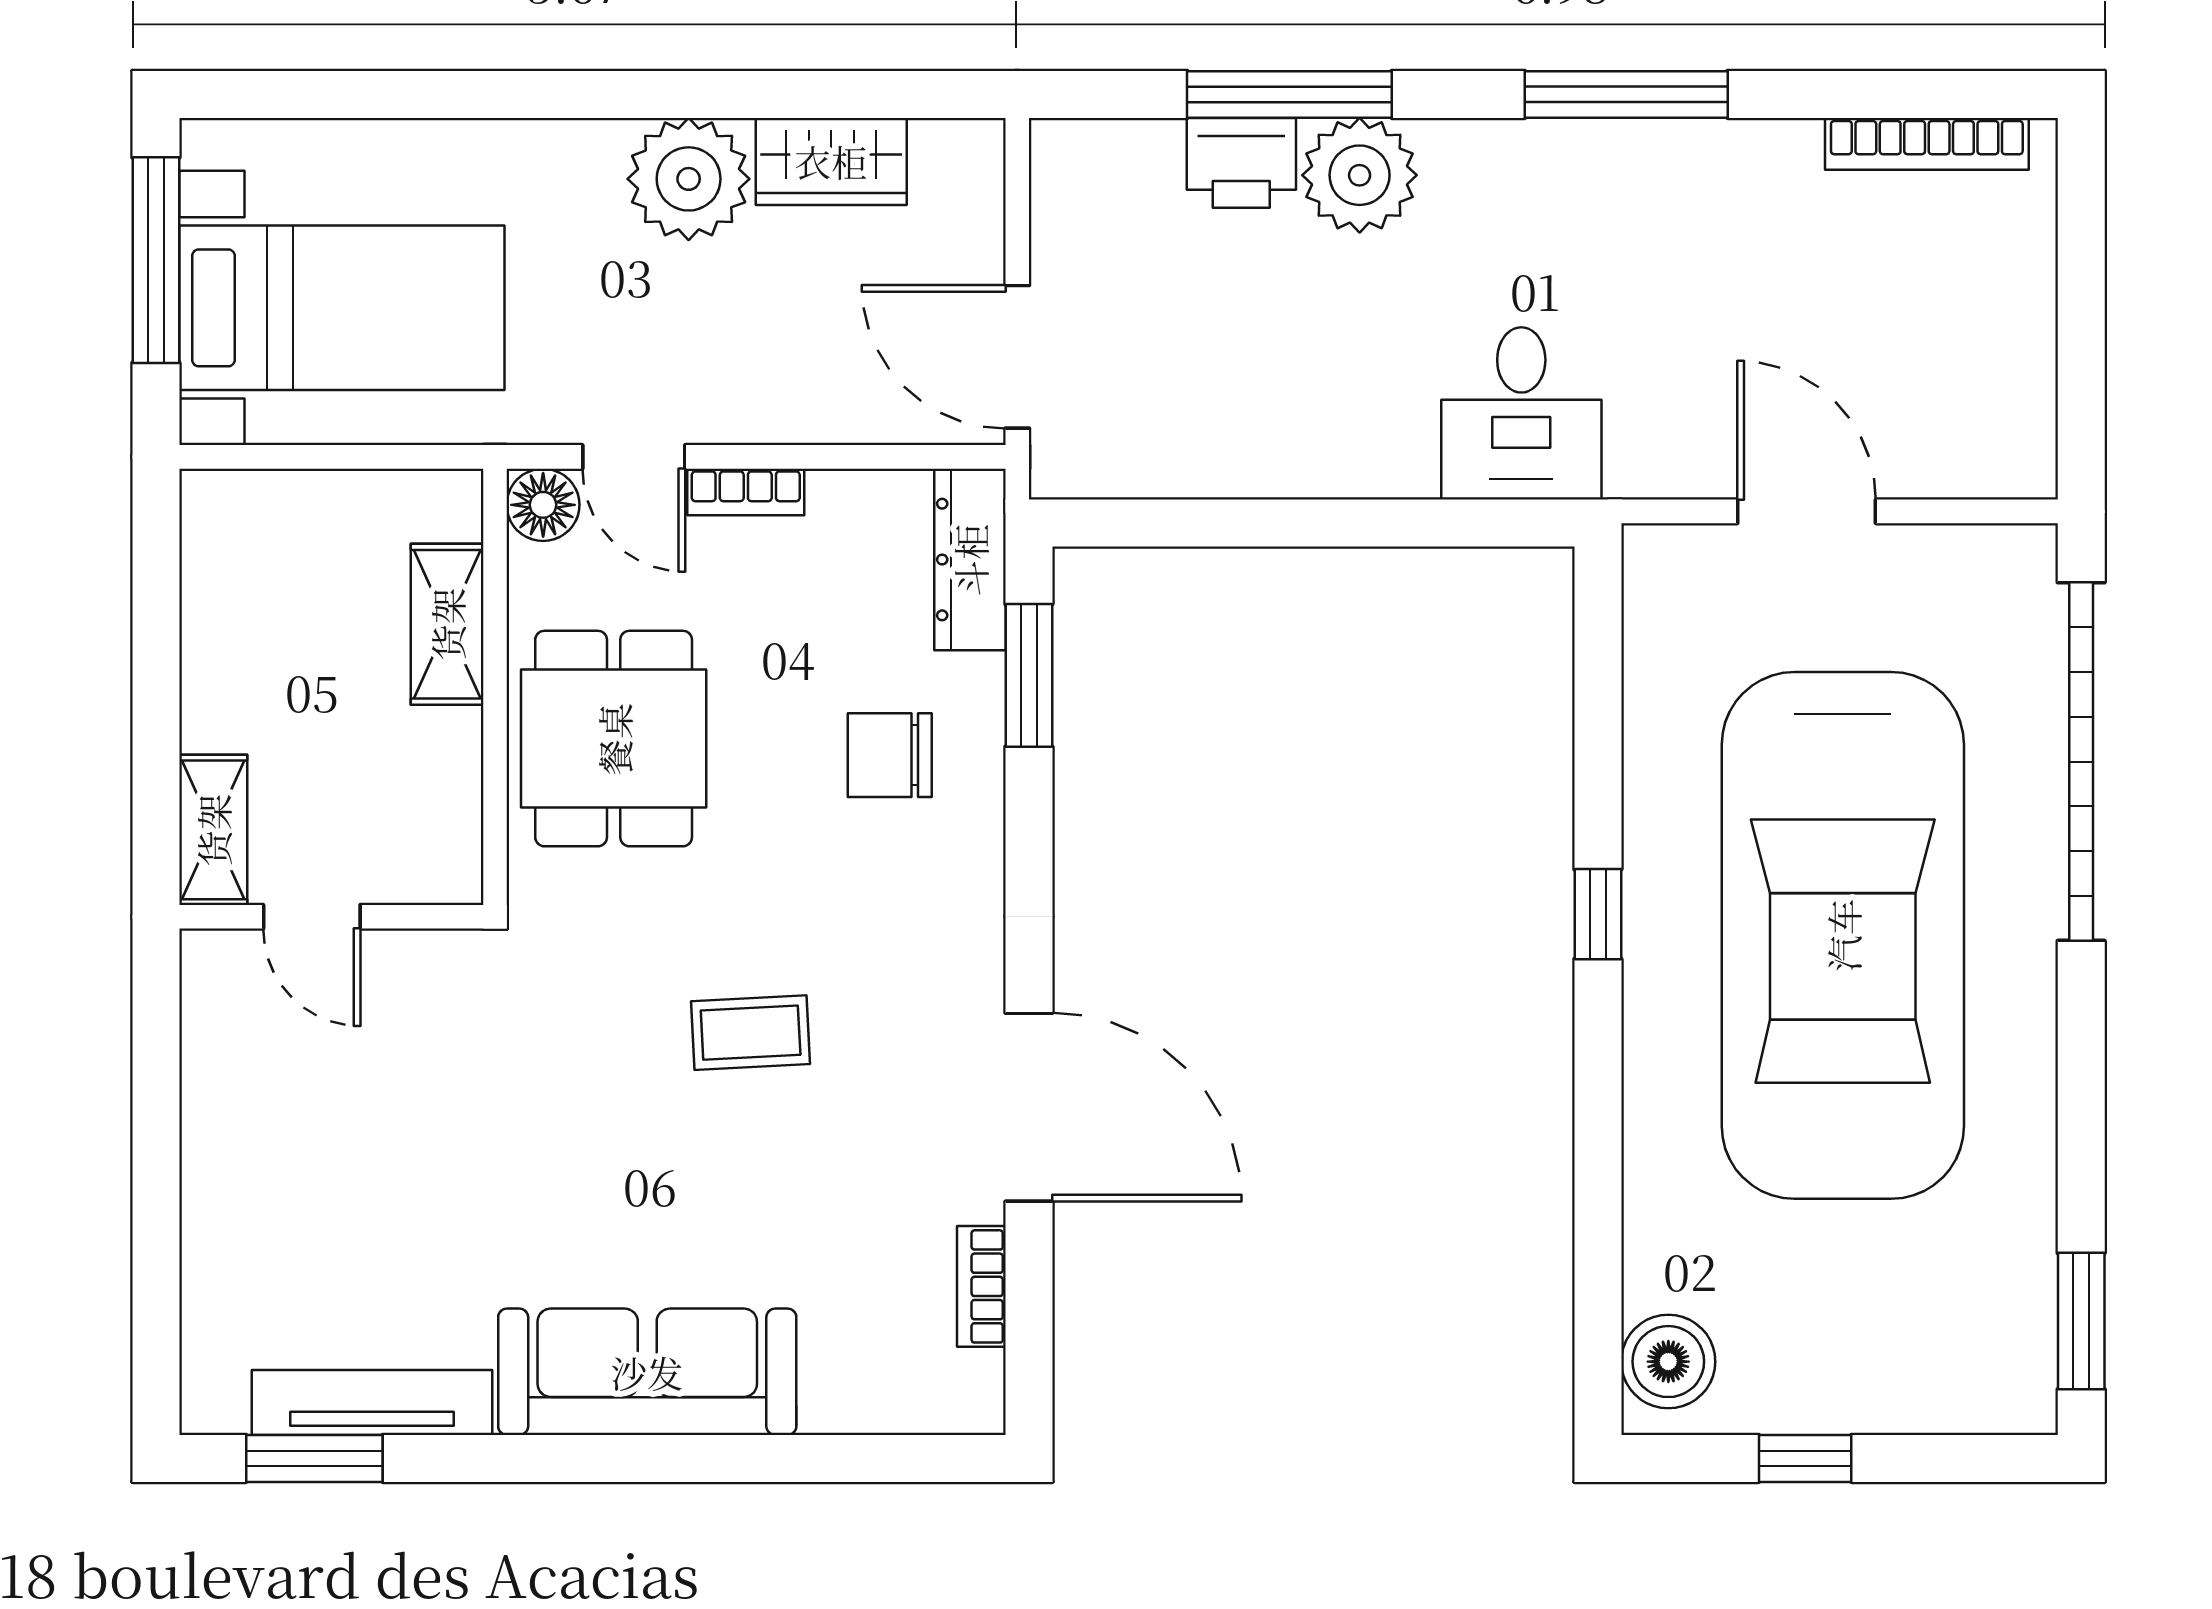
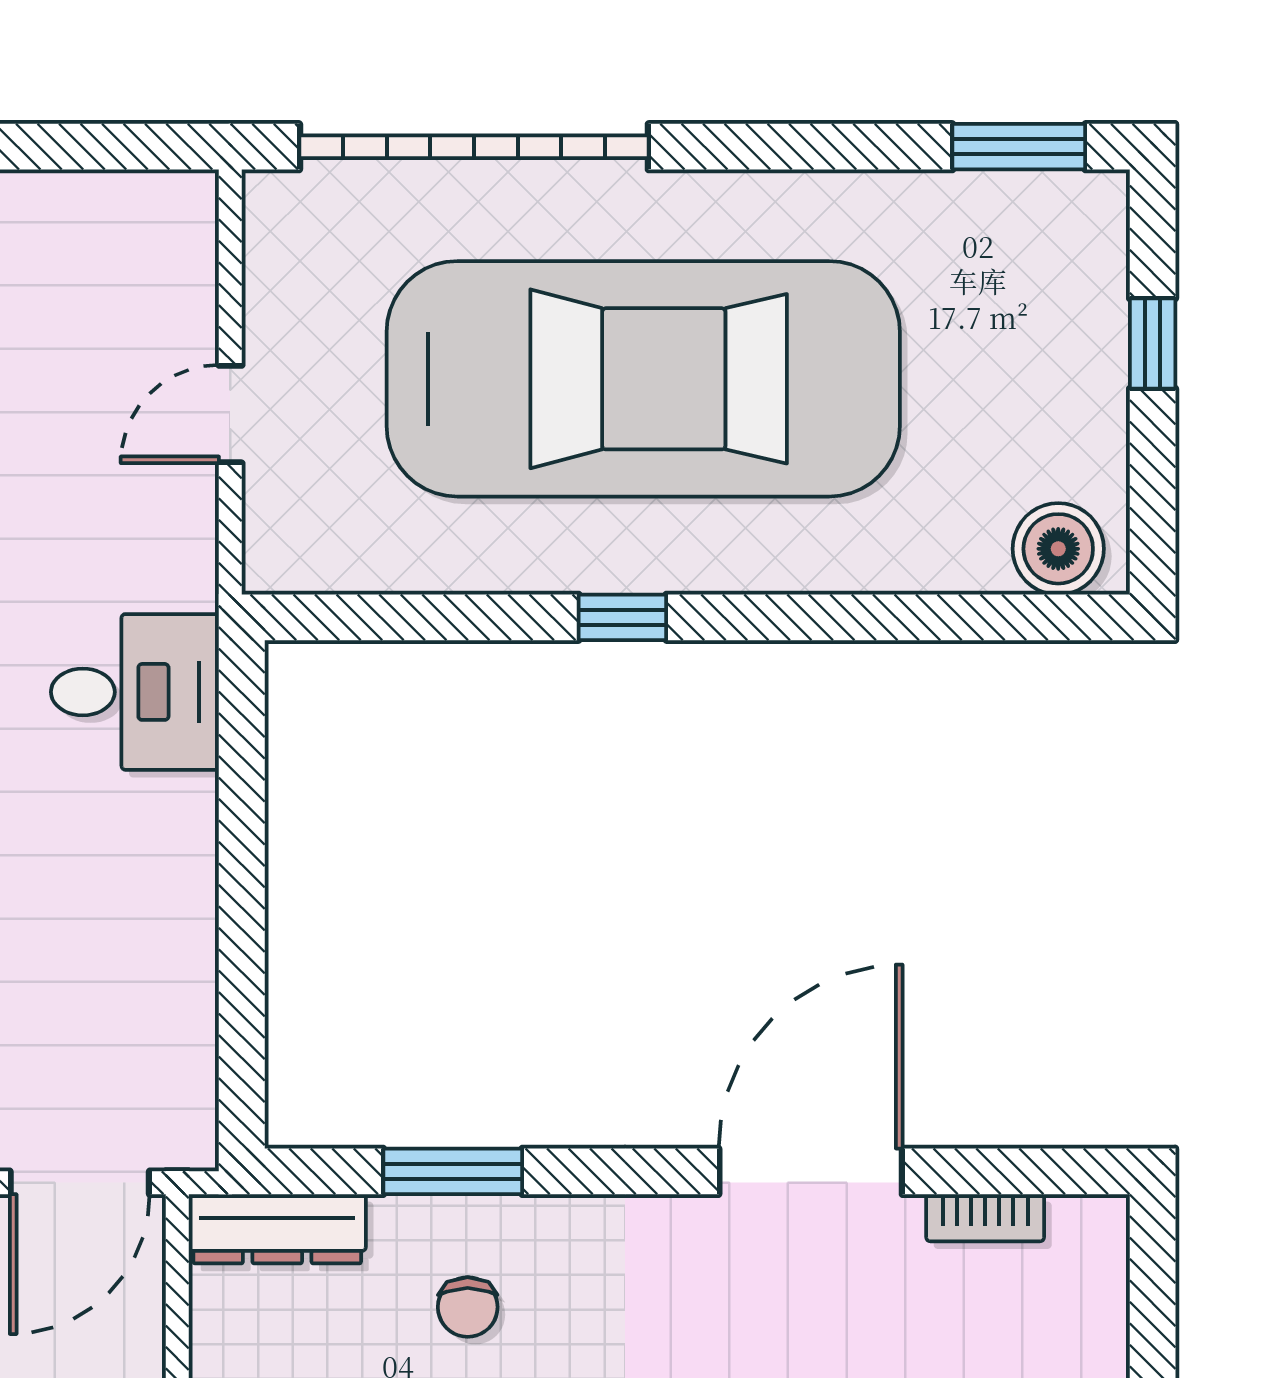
door: (1807, 511) -> (230, 414), width x0.73
window: (1029, 675) -> (453, 1171), moved
chair: (890, 755) -> (468, 1307), width x0.73, depth x0.73
window: (1805, 1458) -> (1153, 344), moved

